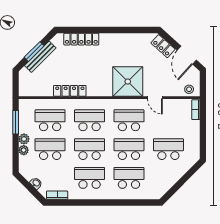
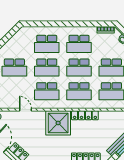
shower: (128, 81) -> (58, 123), moved
locker: (70, 91) -> (85, 115), moved

